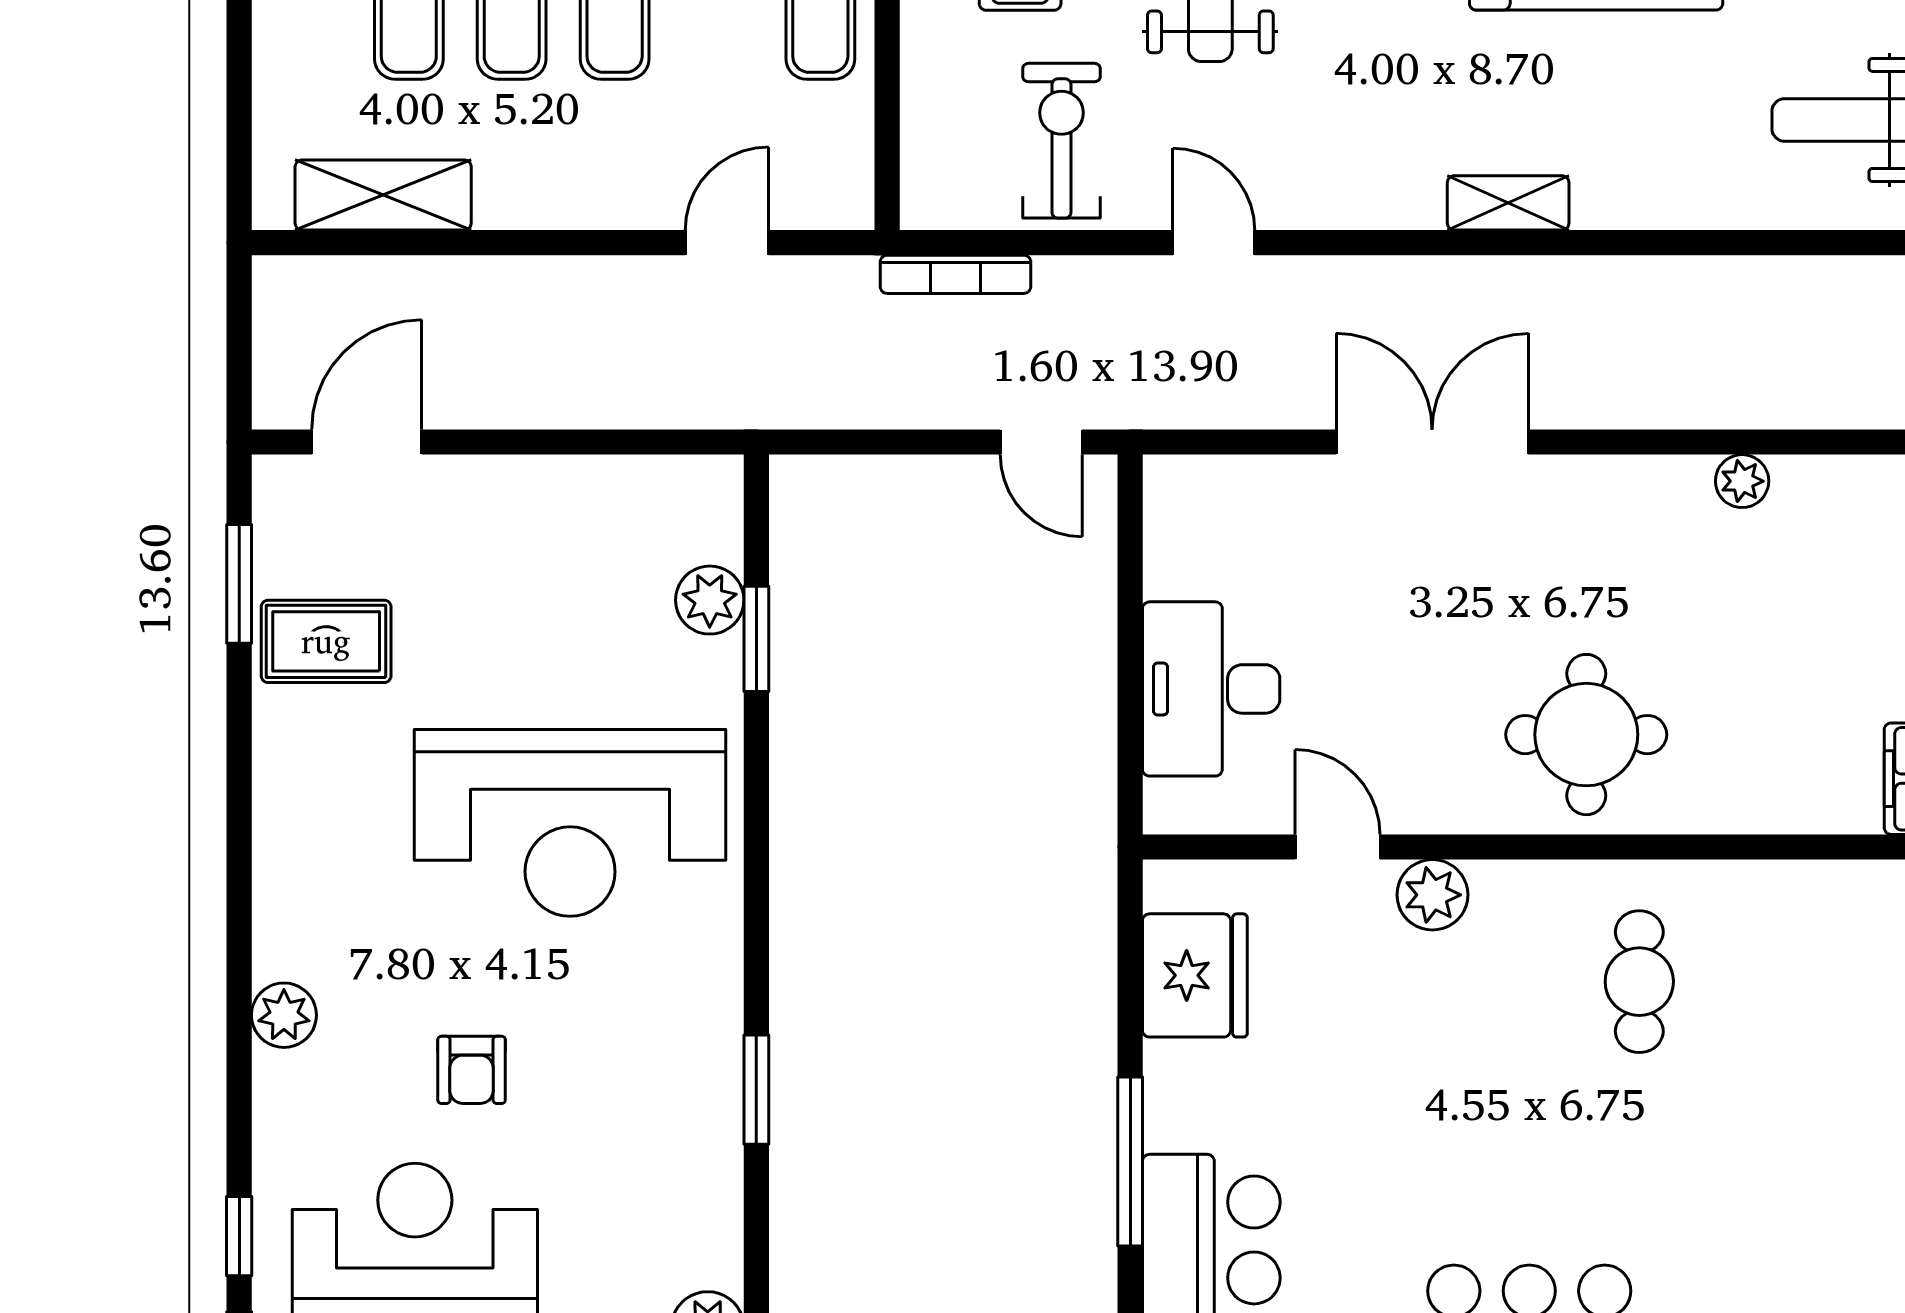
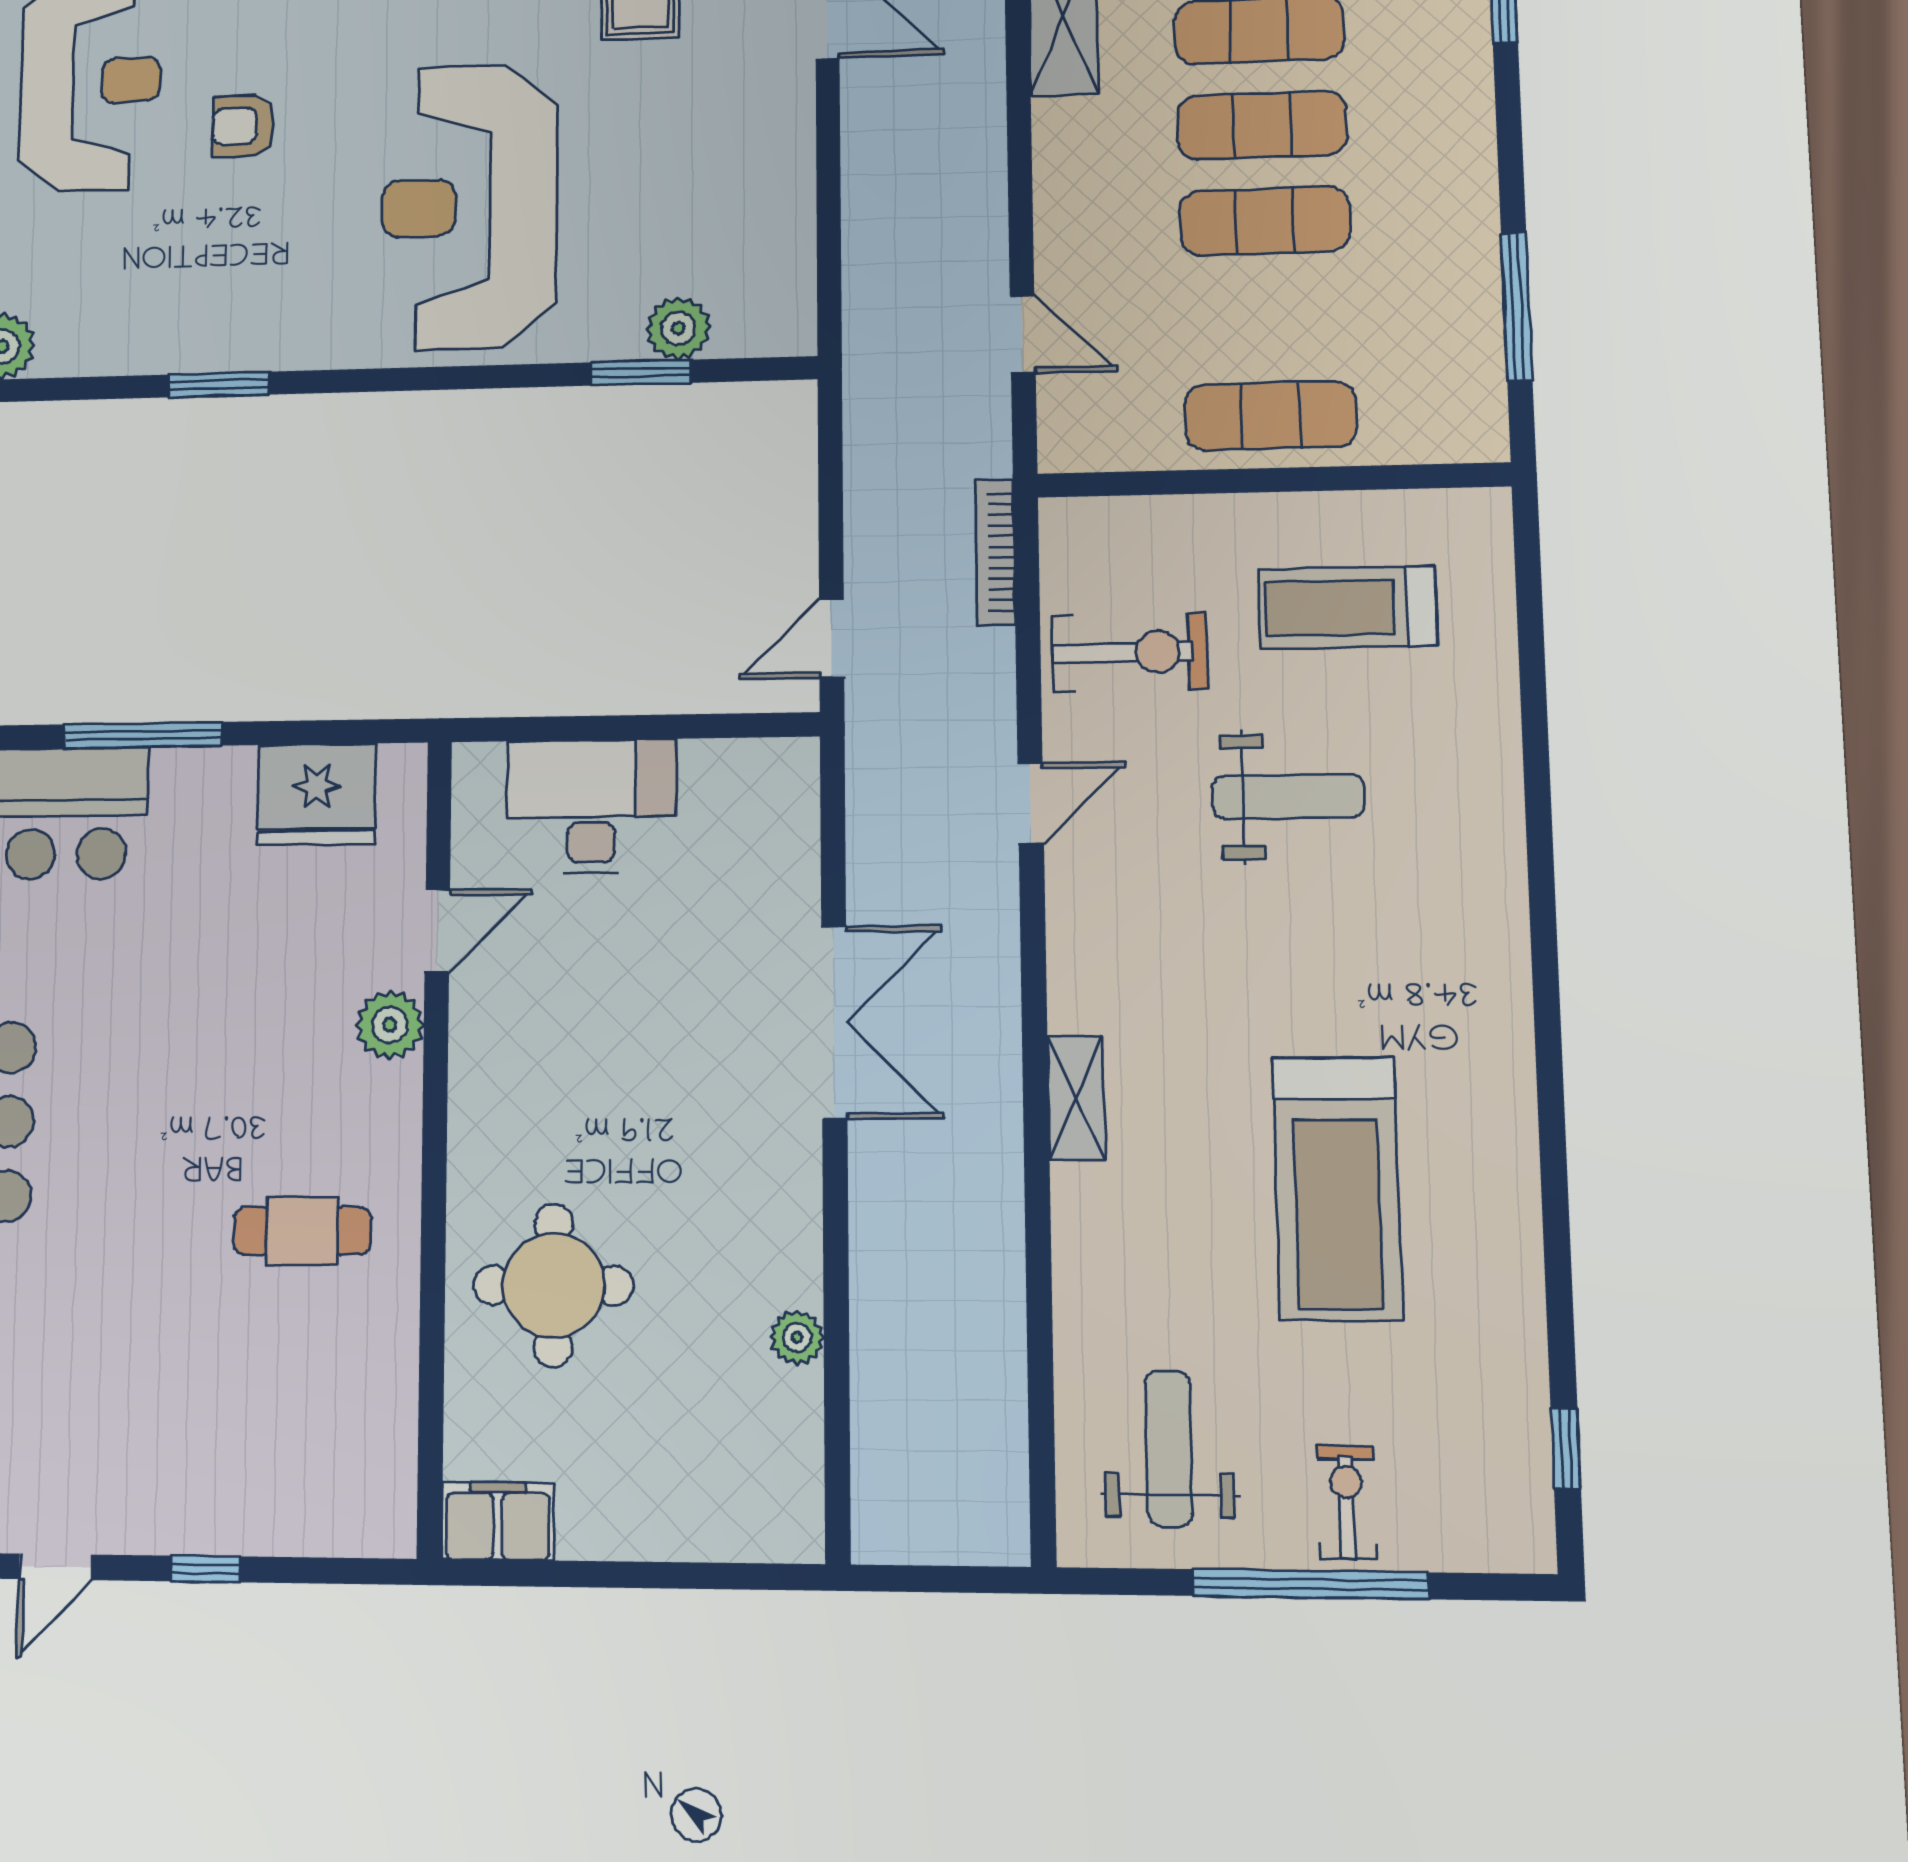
round table: (1586, 735) -> (553, 1285), moved

